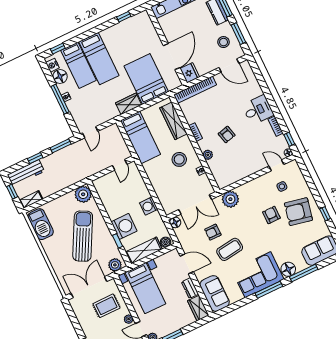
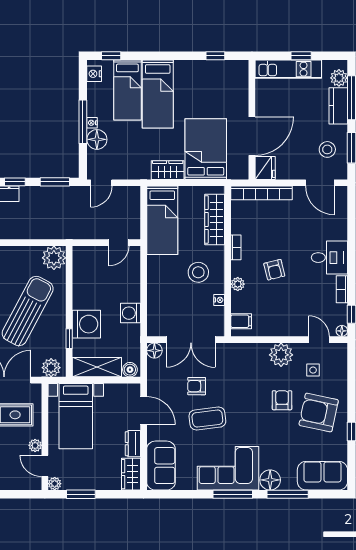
floor lamp: (60, 77) -> (97, 139), moved
filing cabinet: (221, 177) -> (241, 321), added
plant: (230, 199) -> (281, 355), moved

